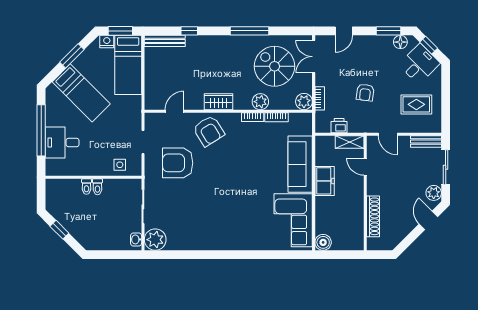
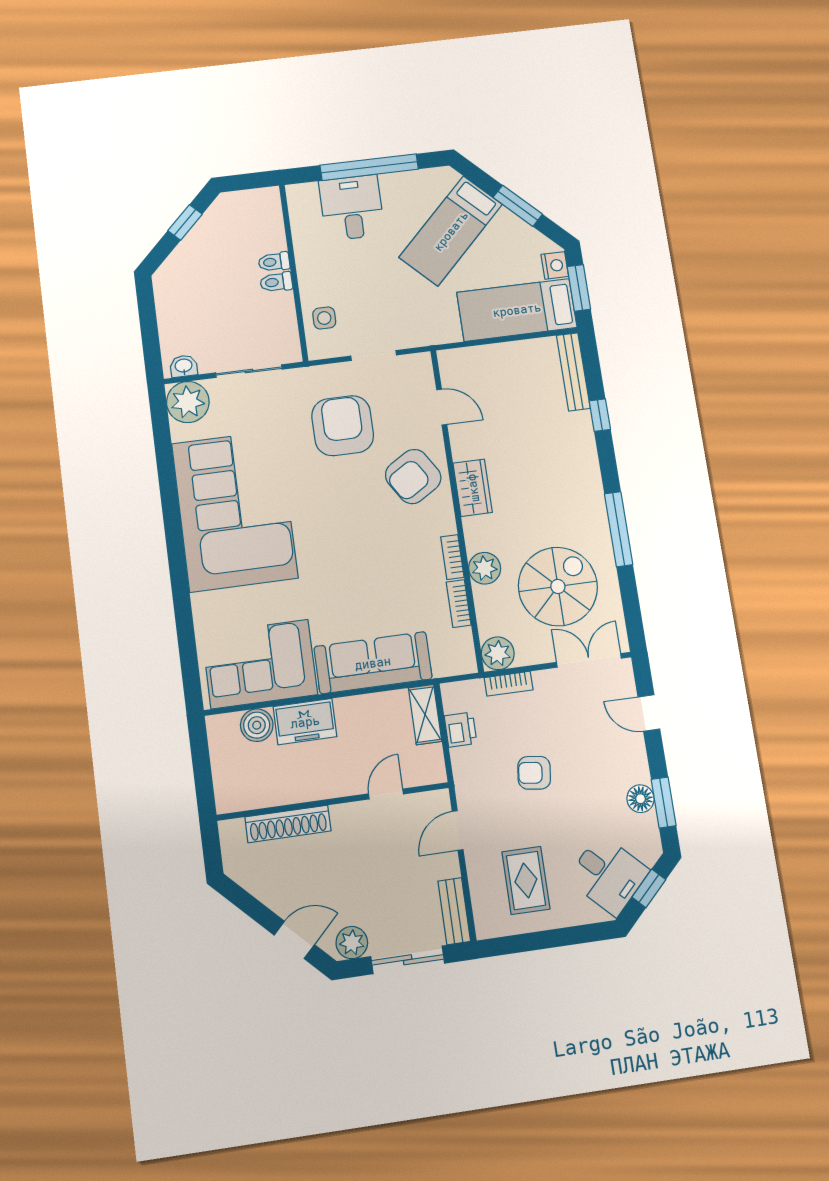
floor lamp: (400, 42) -> (640, 799), moved
shelving: (350, 142) -> (425, 715), moved
freezer: (325, 181) -> (305, 722), moved
corner sofa: (214, 223) -> (235, 511), added
boiler: (323, 242) -> (257, 725), moved

